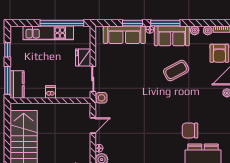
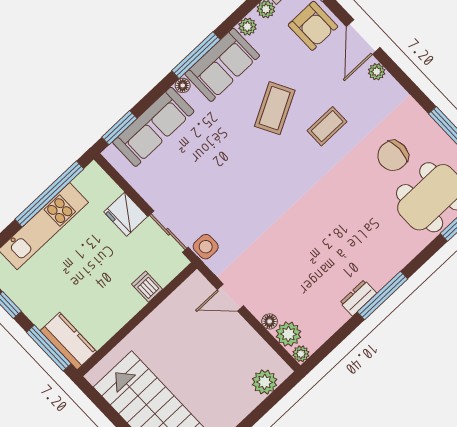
window: (132, 23) -> (119, 128), moved
dishwasher: (50, 92) -> (147, 287), moved
coffee table: (189, 96) -> (327, 126), added
door: (93, 125) -> (230, 298), swing flipped
chair: (190, 130) -> (393, 156), moved

